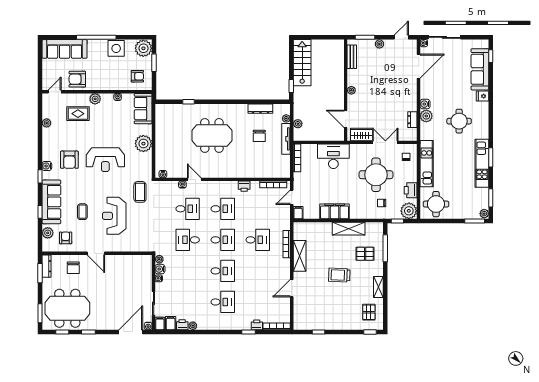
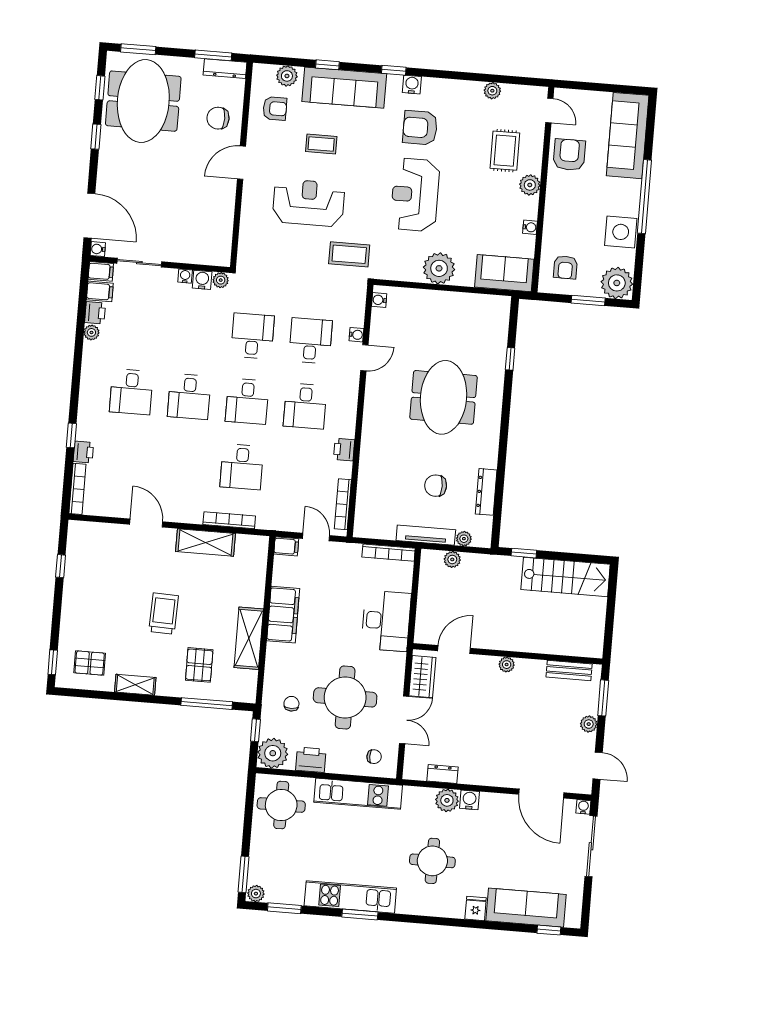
desk: (188, 209) -> (310, 341), turned 180

